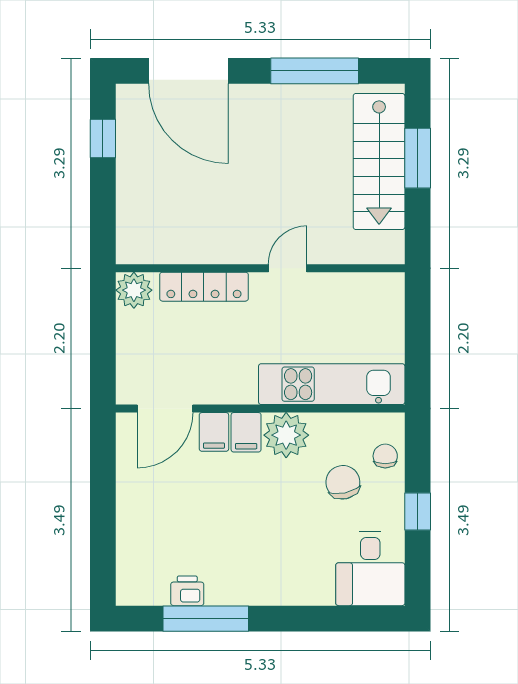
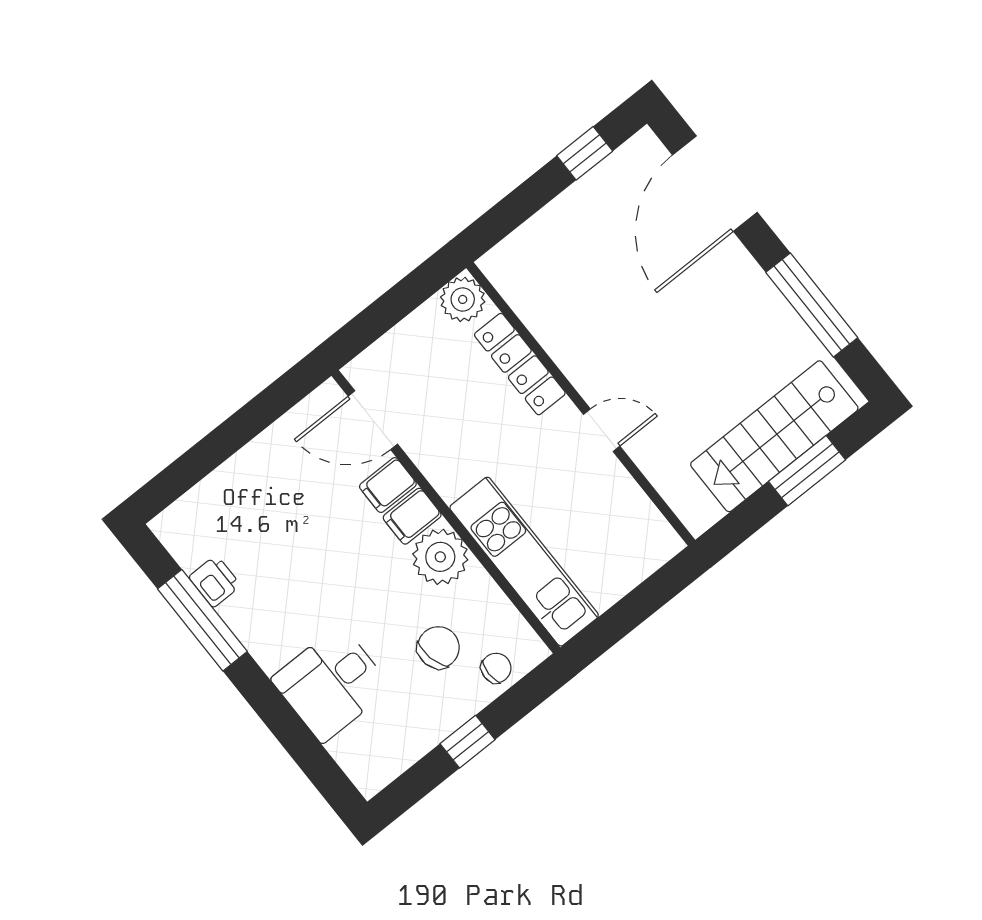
desk: (370, 569) -> (331, 684), moved

